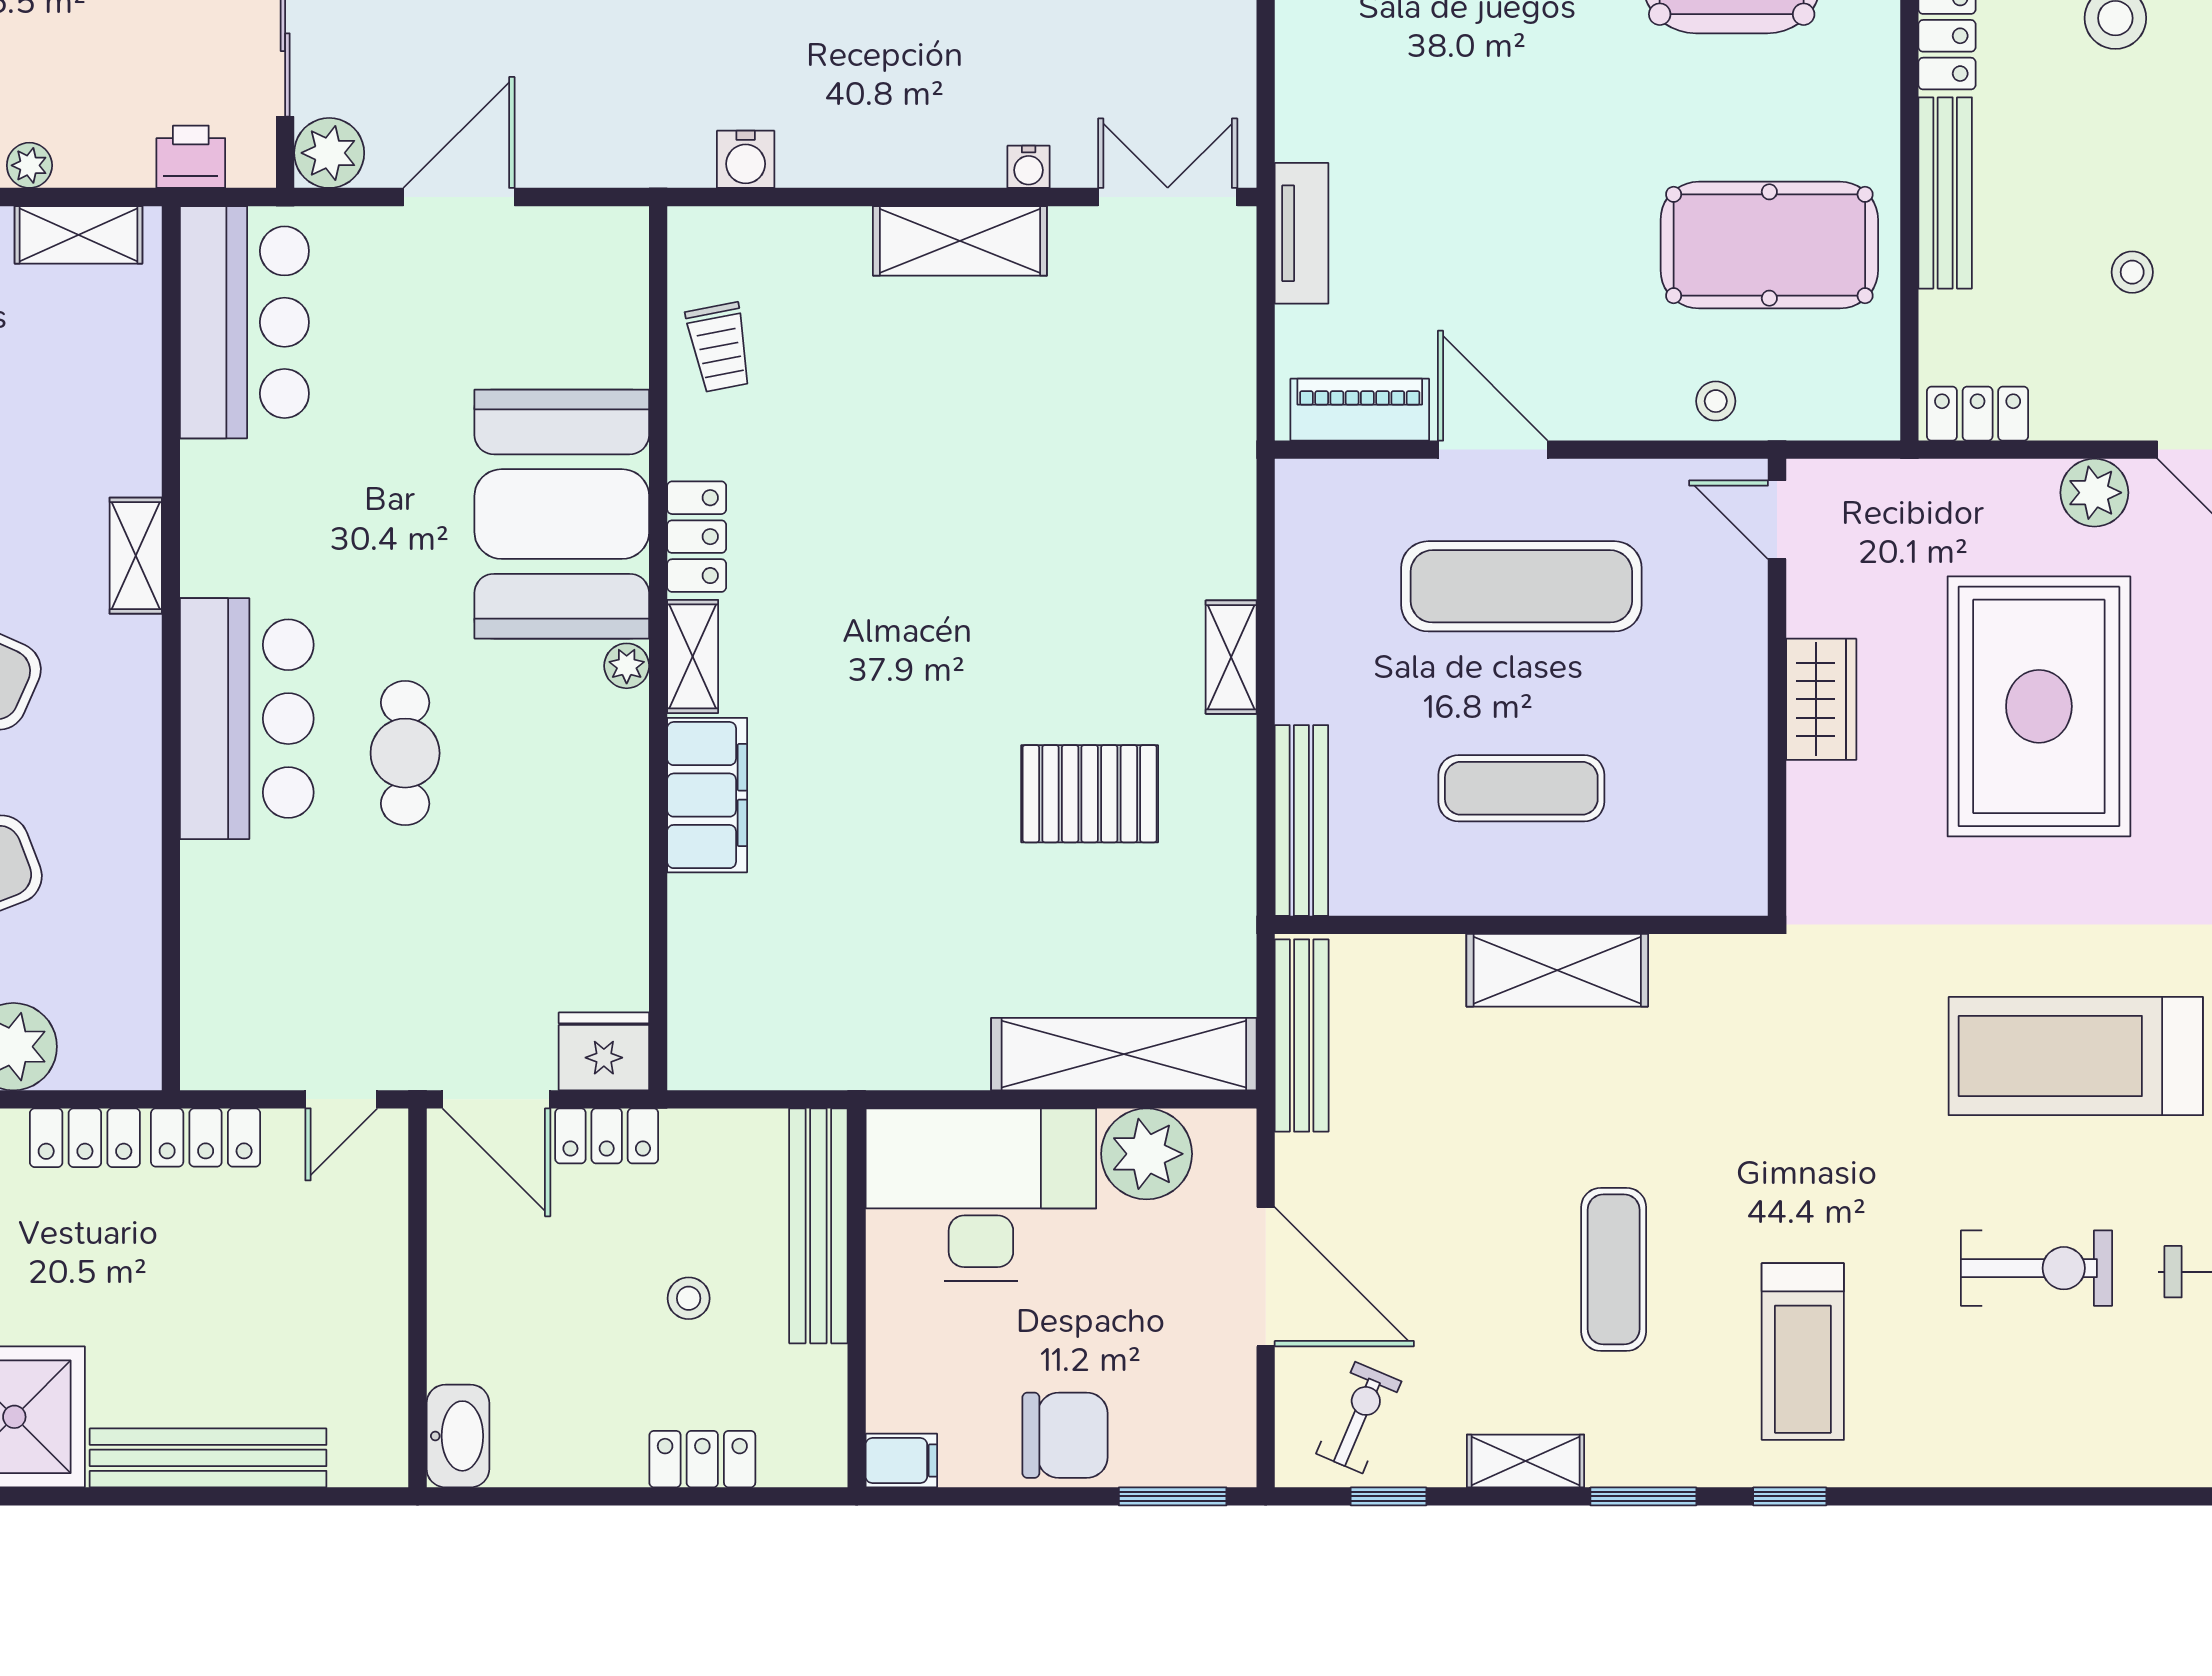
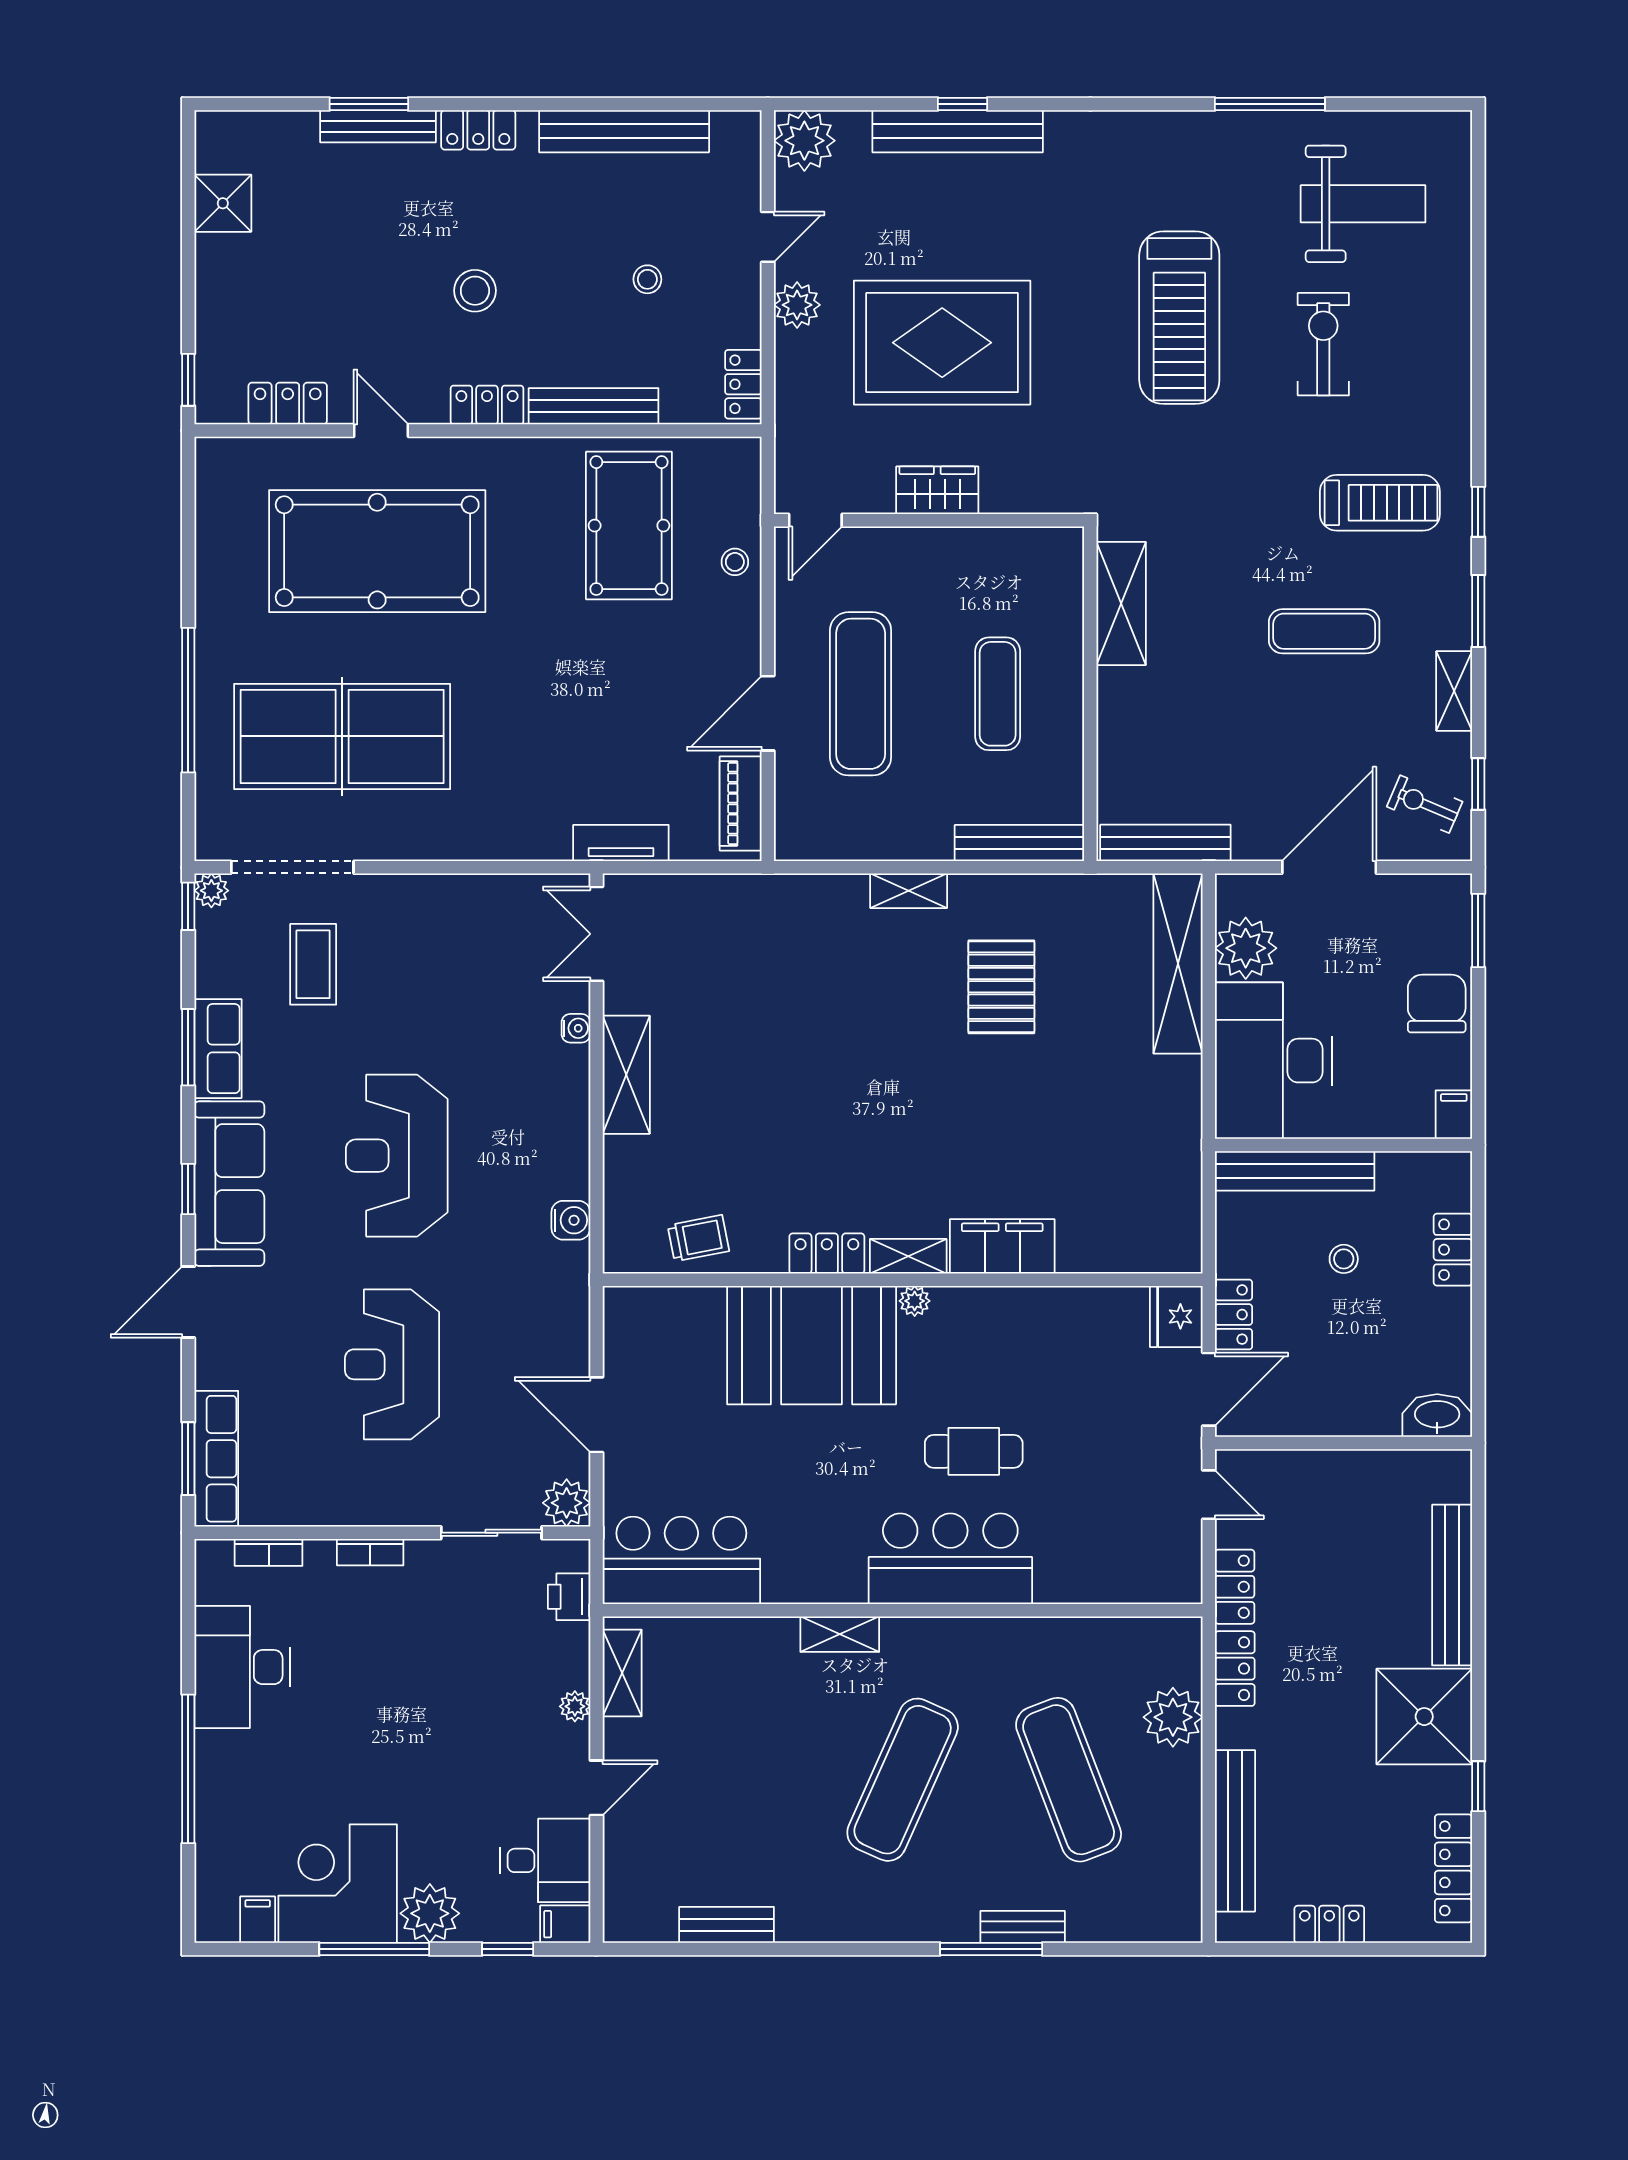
shelving: (1557, 970) -> (1121, 603), moved

